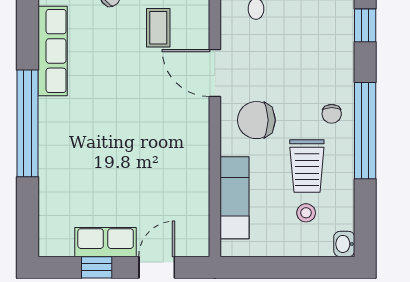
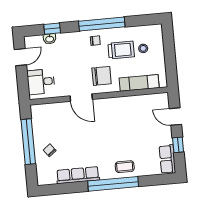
coffee table: (158, 28) -> (125, 167), moved
door: (215, 73) -> (81, 98), hinge flipped
chair: (256, 120) -> (102, 76), turned -90
row of seats: (106, 242) -> (167, 159), moved
washbasin: (344, 244) -> (50, 39), moved

